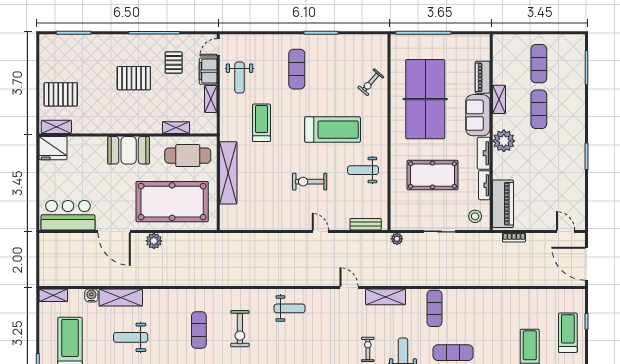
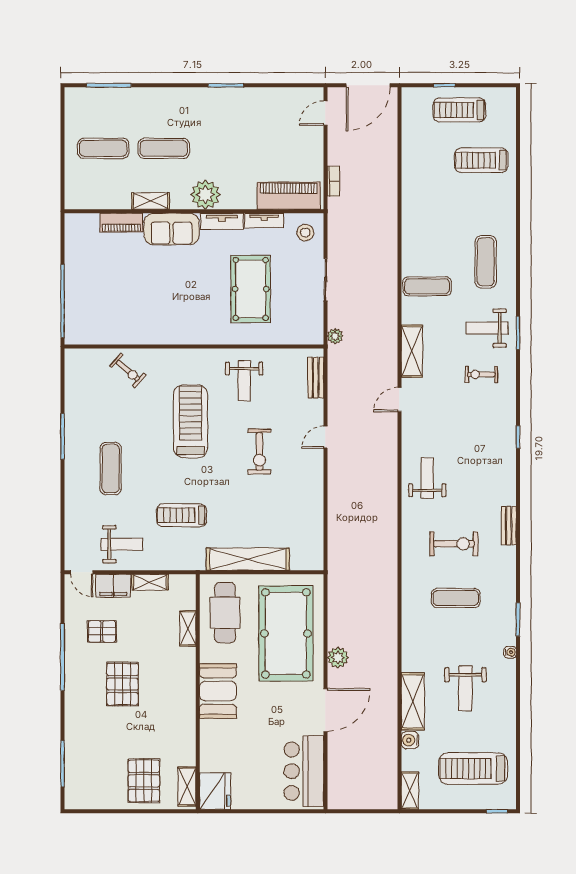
exercise mat: (297, 69) -> (111, 469), turned 90
table tennis table: (425, 99) -> (150, 299), removed

